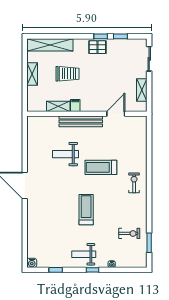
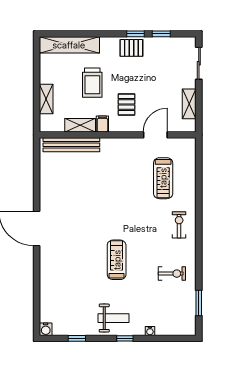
shelving: (32, 74) -> (46, 99), moved
trolley: (67, 74) -> (92, 83), turned 90
pallet: (94, 90) -> (127, 104), added
bench: (81, 121) -> (71, 145), moved
weight bench: (65, 154) -> (90, 187), removed
treadmill: (101, 167) -> (163, 178), moved, turned -90
exercise bike: (129, 233) -> (172, 274), moved
weight bench: (84, 254) -> (113, 318), turned 180

